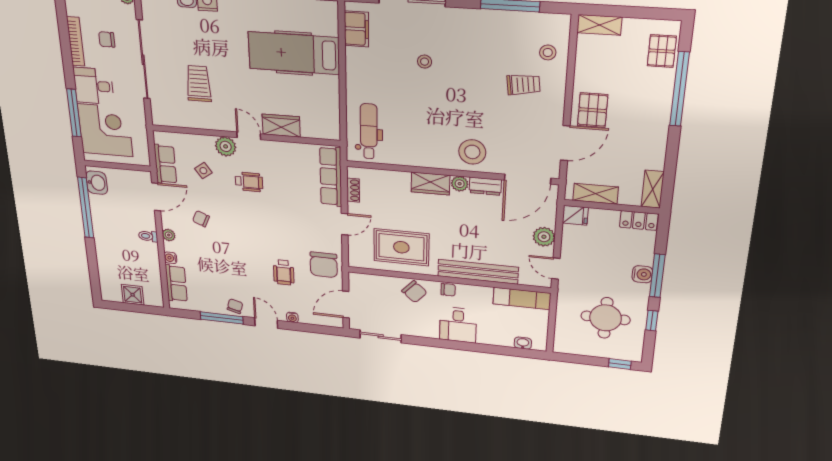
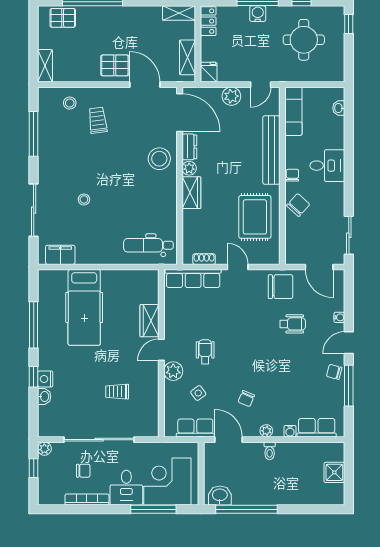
chair: (107, 39) -> (83, 471), turned -90
trolley: (199, 84) -> (117, 392), width x0.73, depth x0.72

